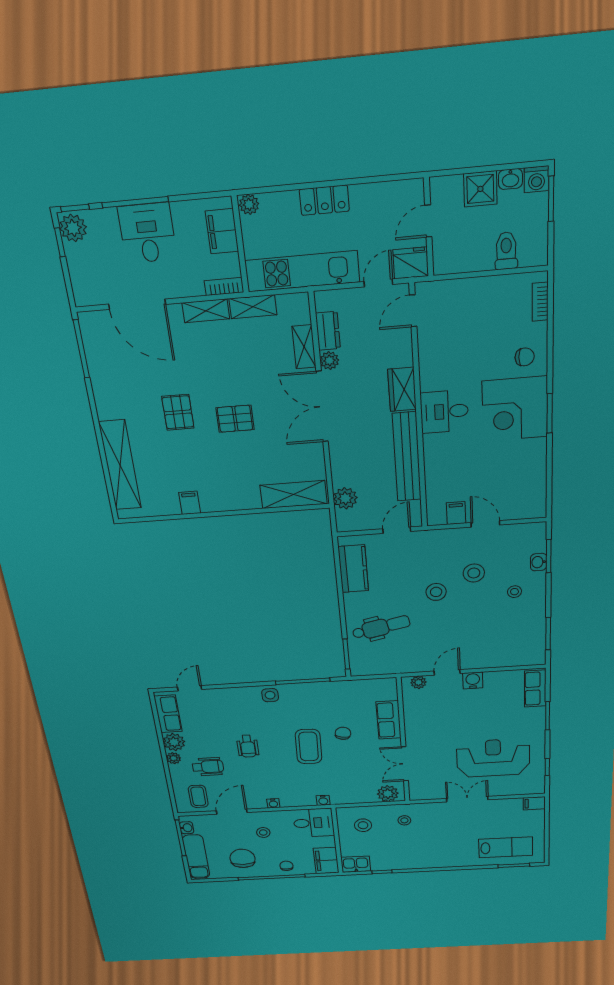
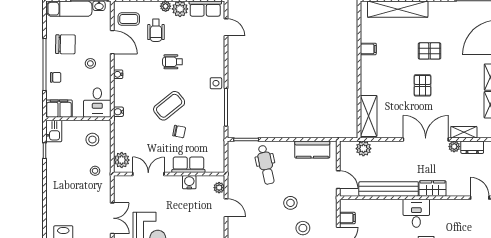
water cooler: (473, 680) -> (189, 182), moved, turned -90
coffee table: (309, 747) -> (169, 106), turned -41

